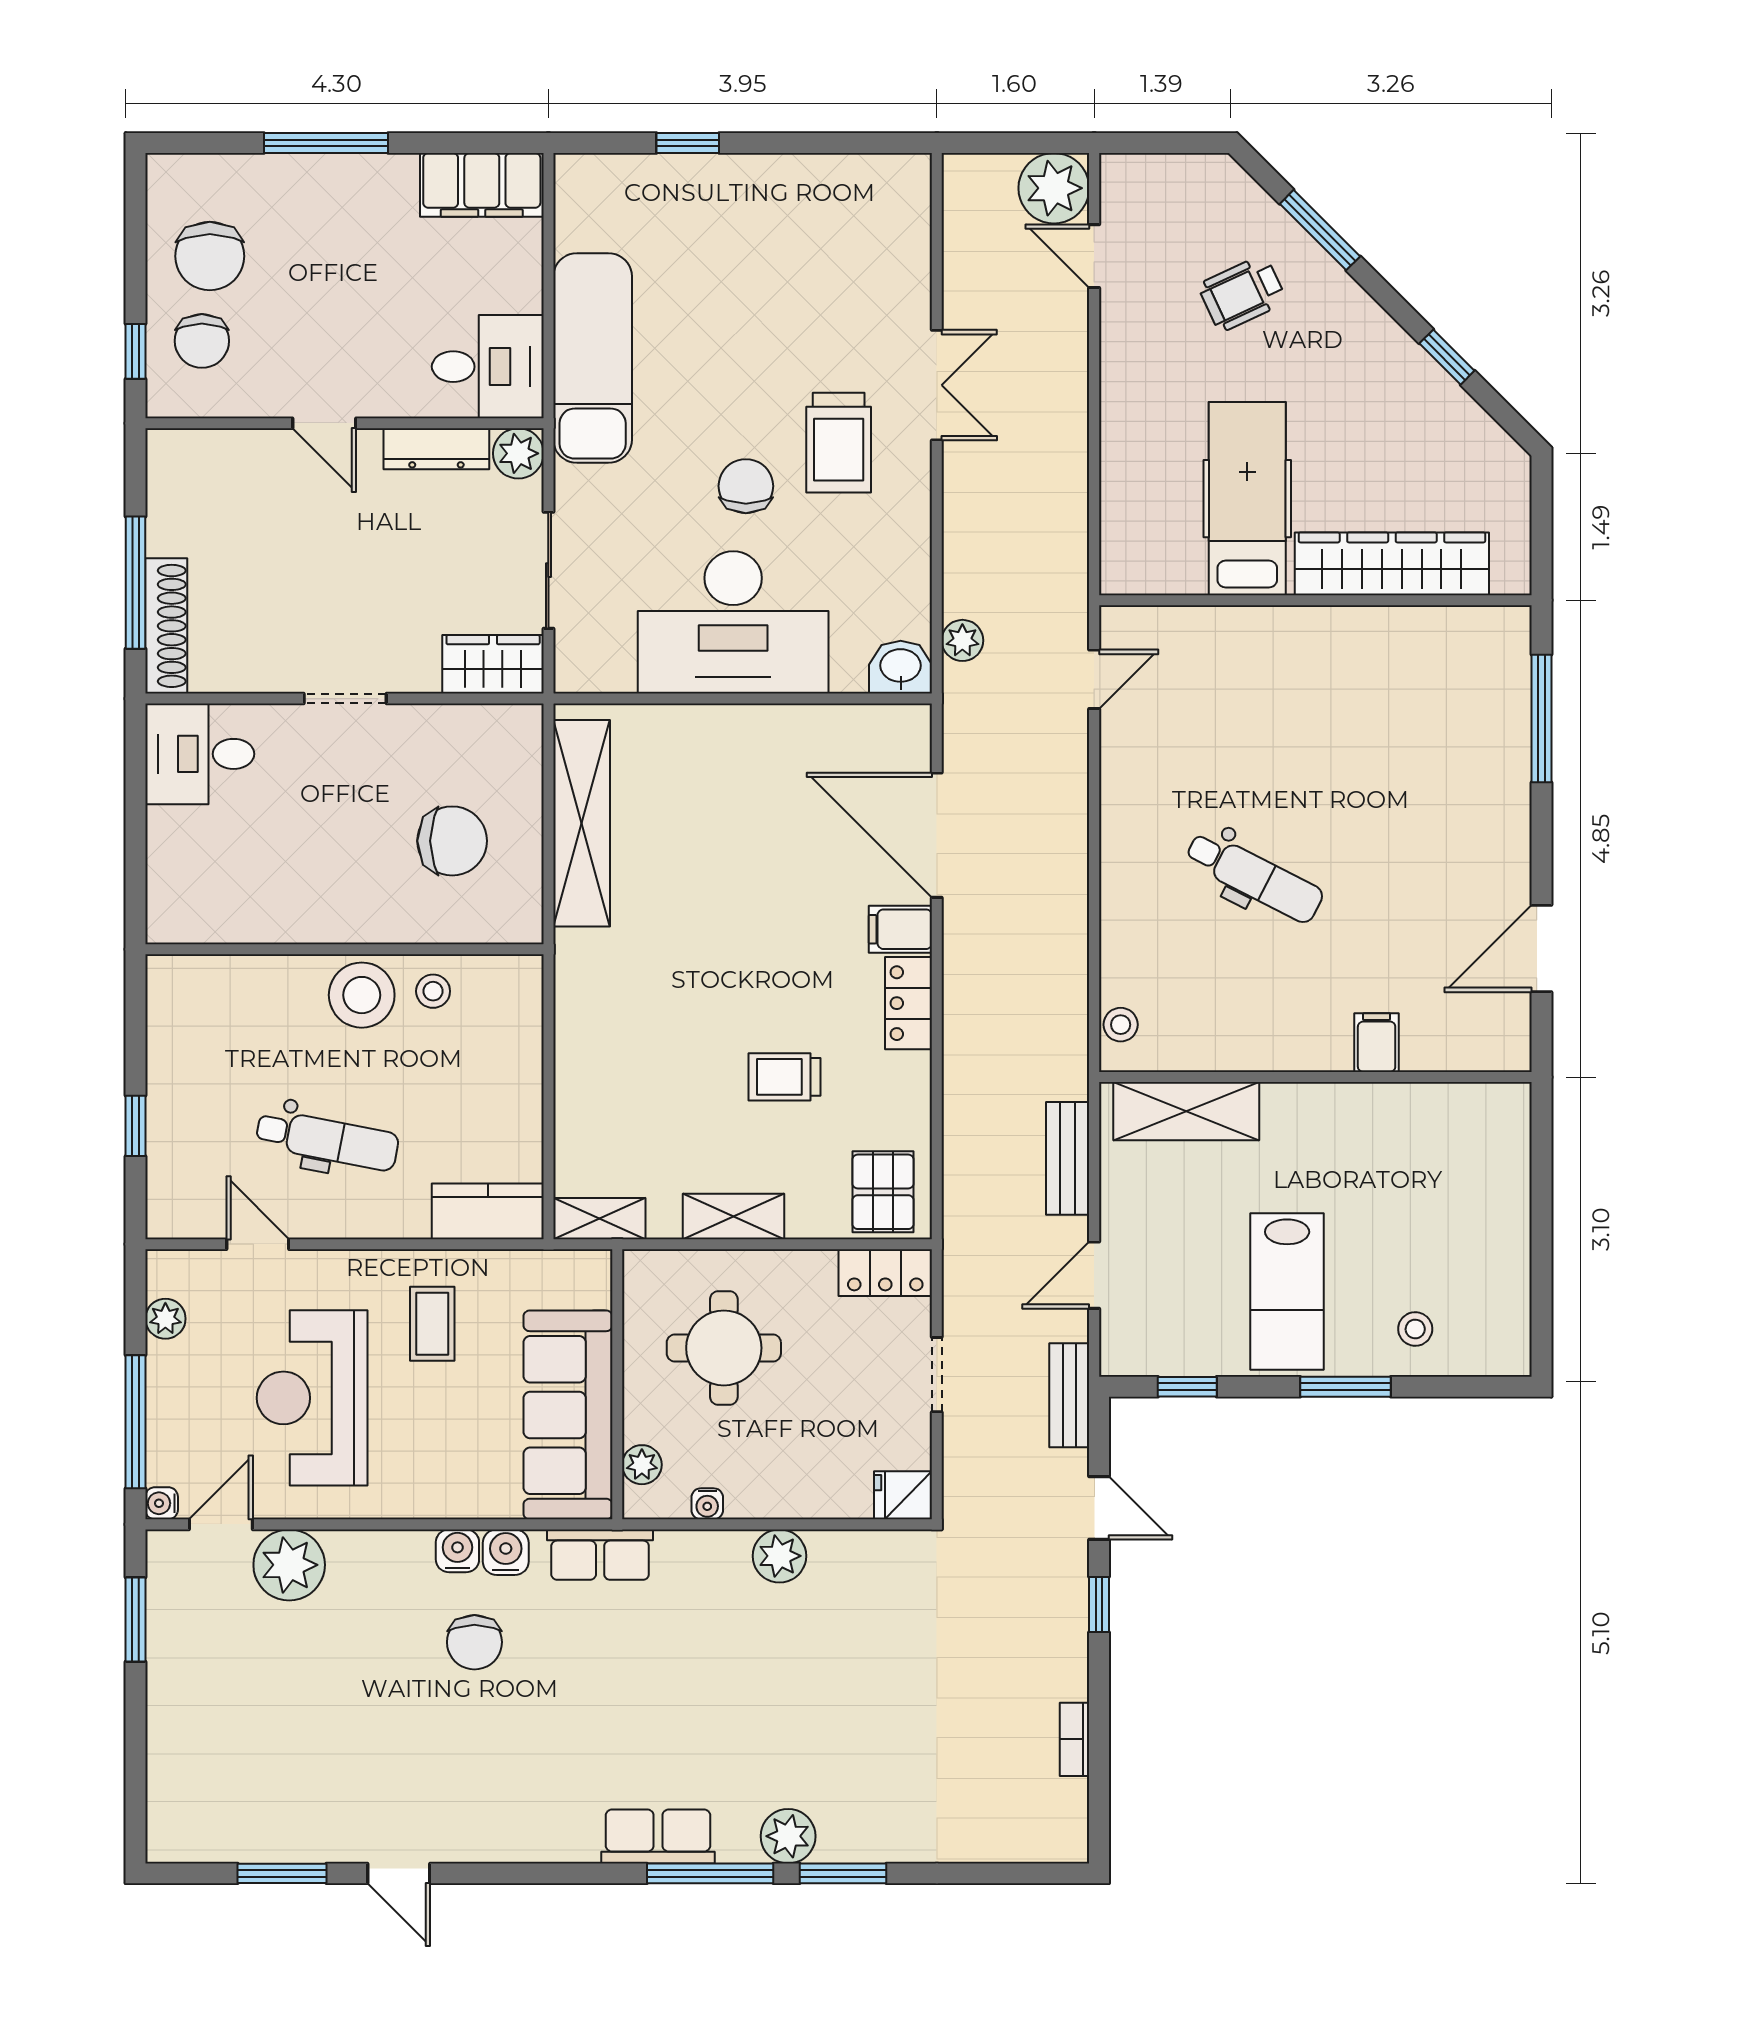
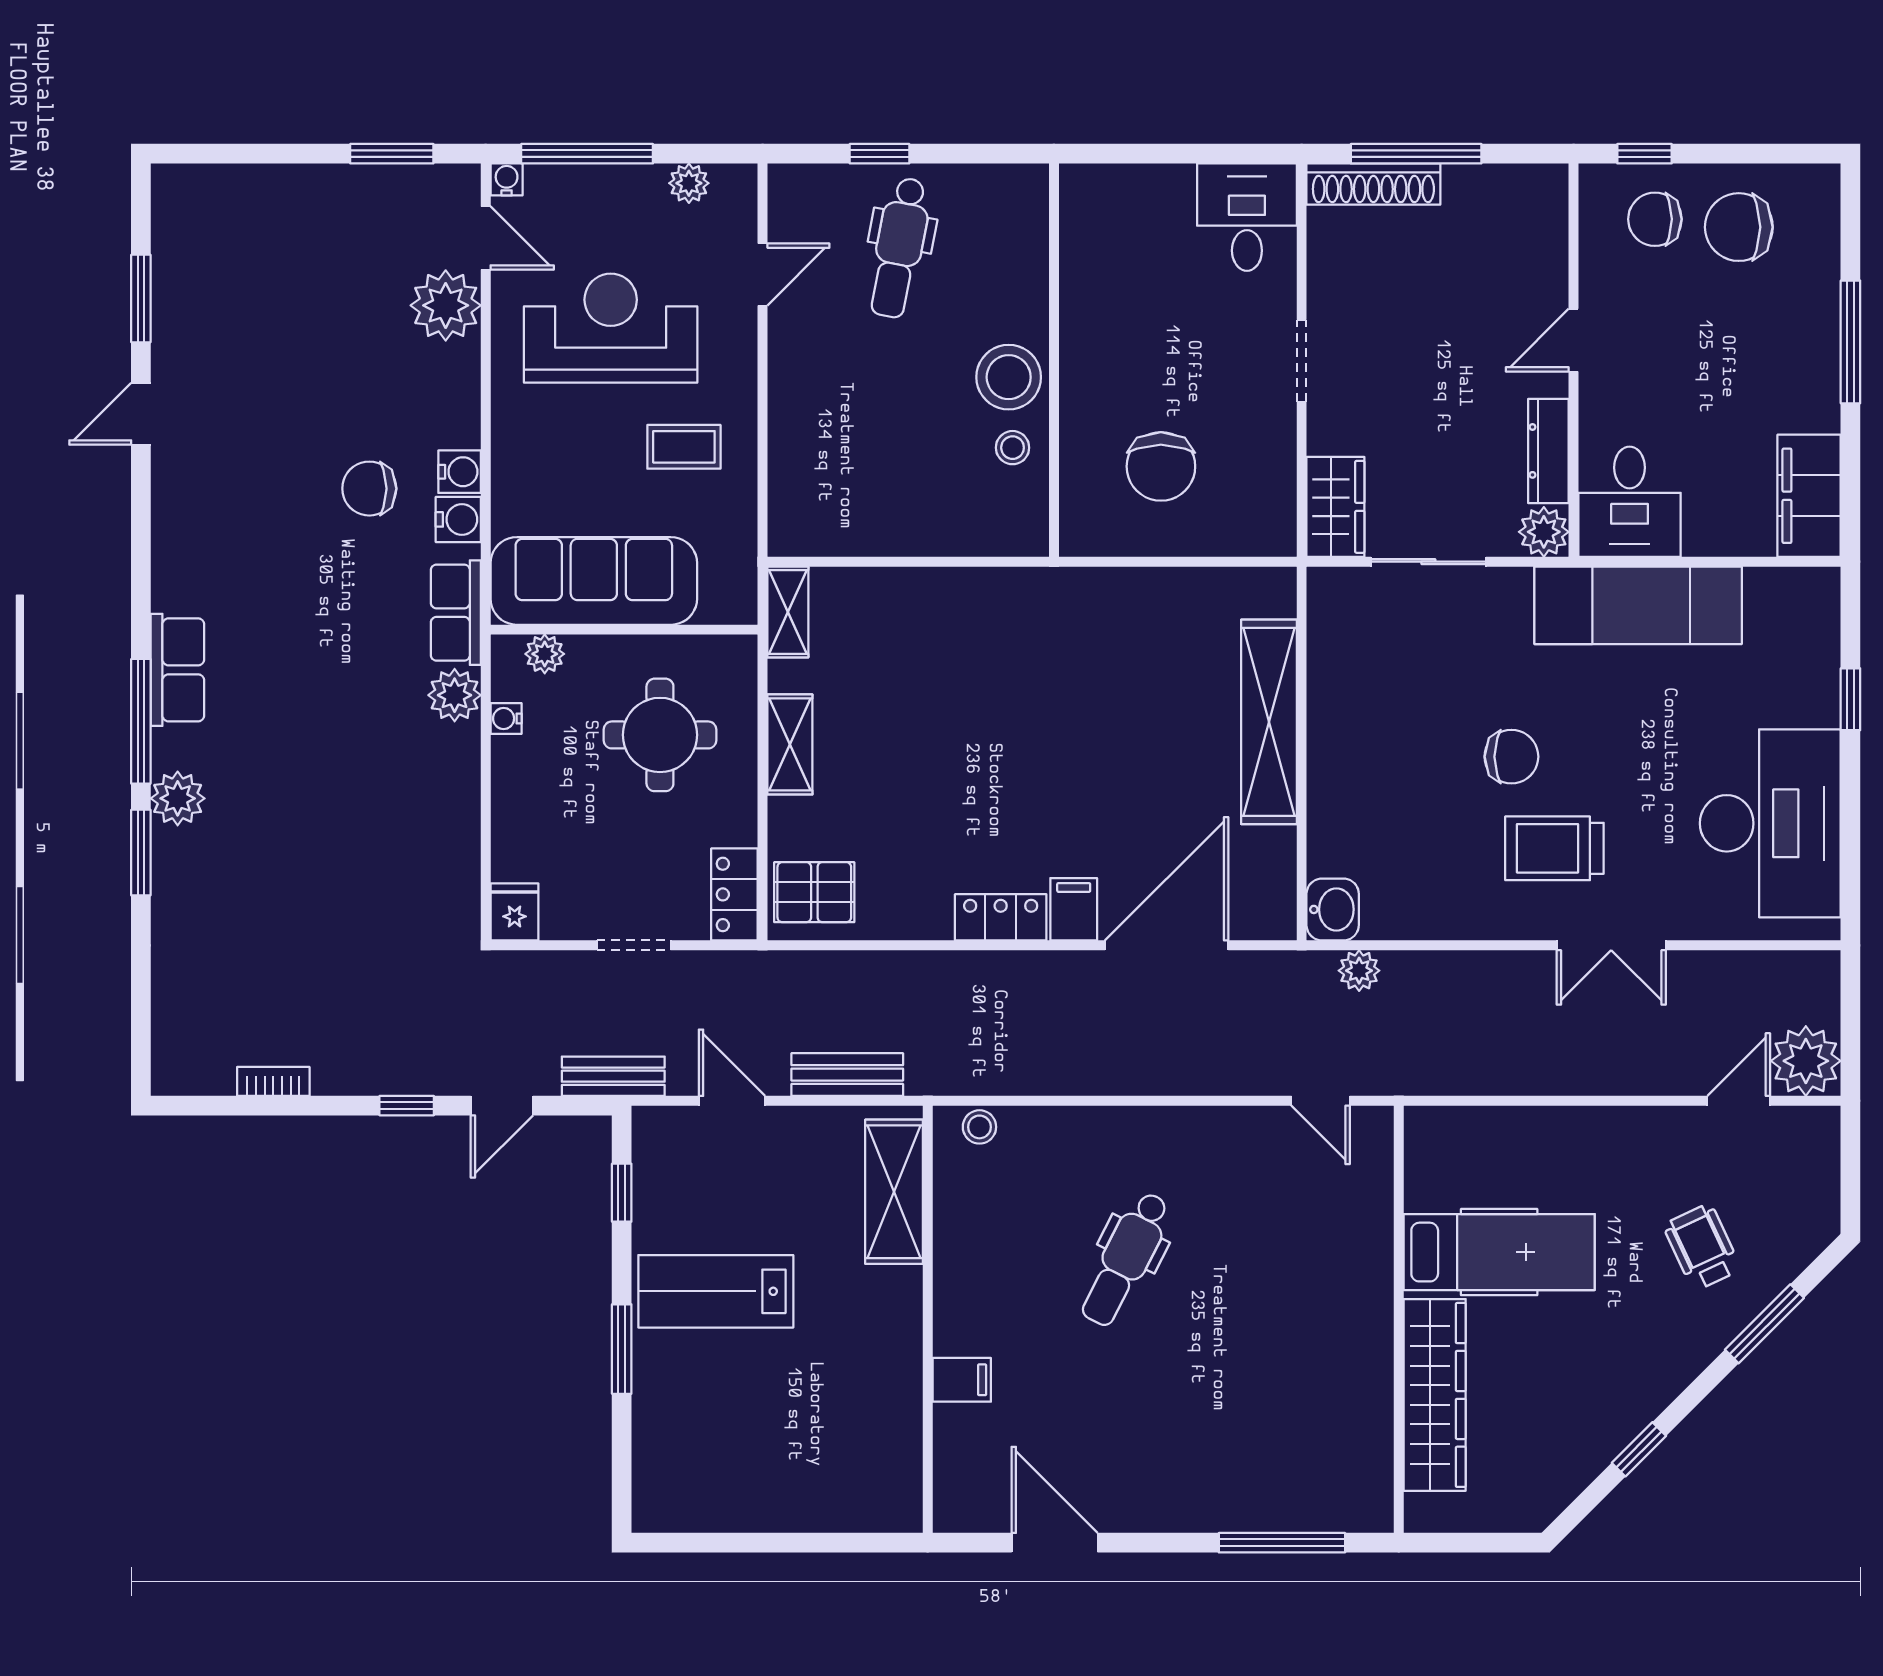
desk: (733, 622) -> (1770, 823), moved, turned 180
shelving: (582, 823) -> (1269, 722), moved, turned 90
trolley: (784, 1077) -> (928, 795), removed
dental chair: (327, 1140) -> (899, 248), moved
kitchen counter: (488, 1211) -> (795, 502), removed
stool: (1415, 1329) -> (679, 1418), removed
plant: (779, 1556) -> (455, 695), moved

